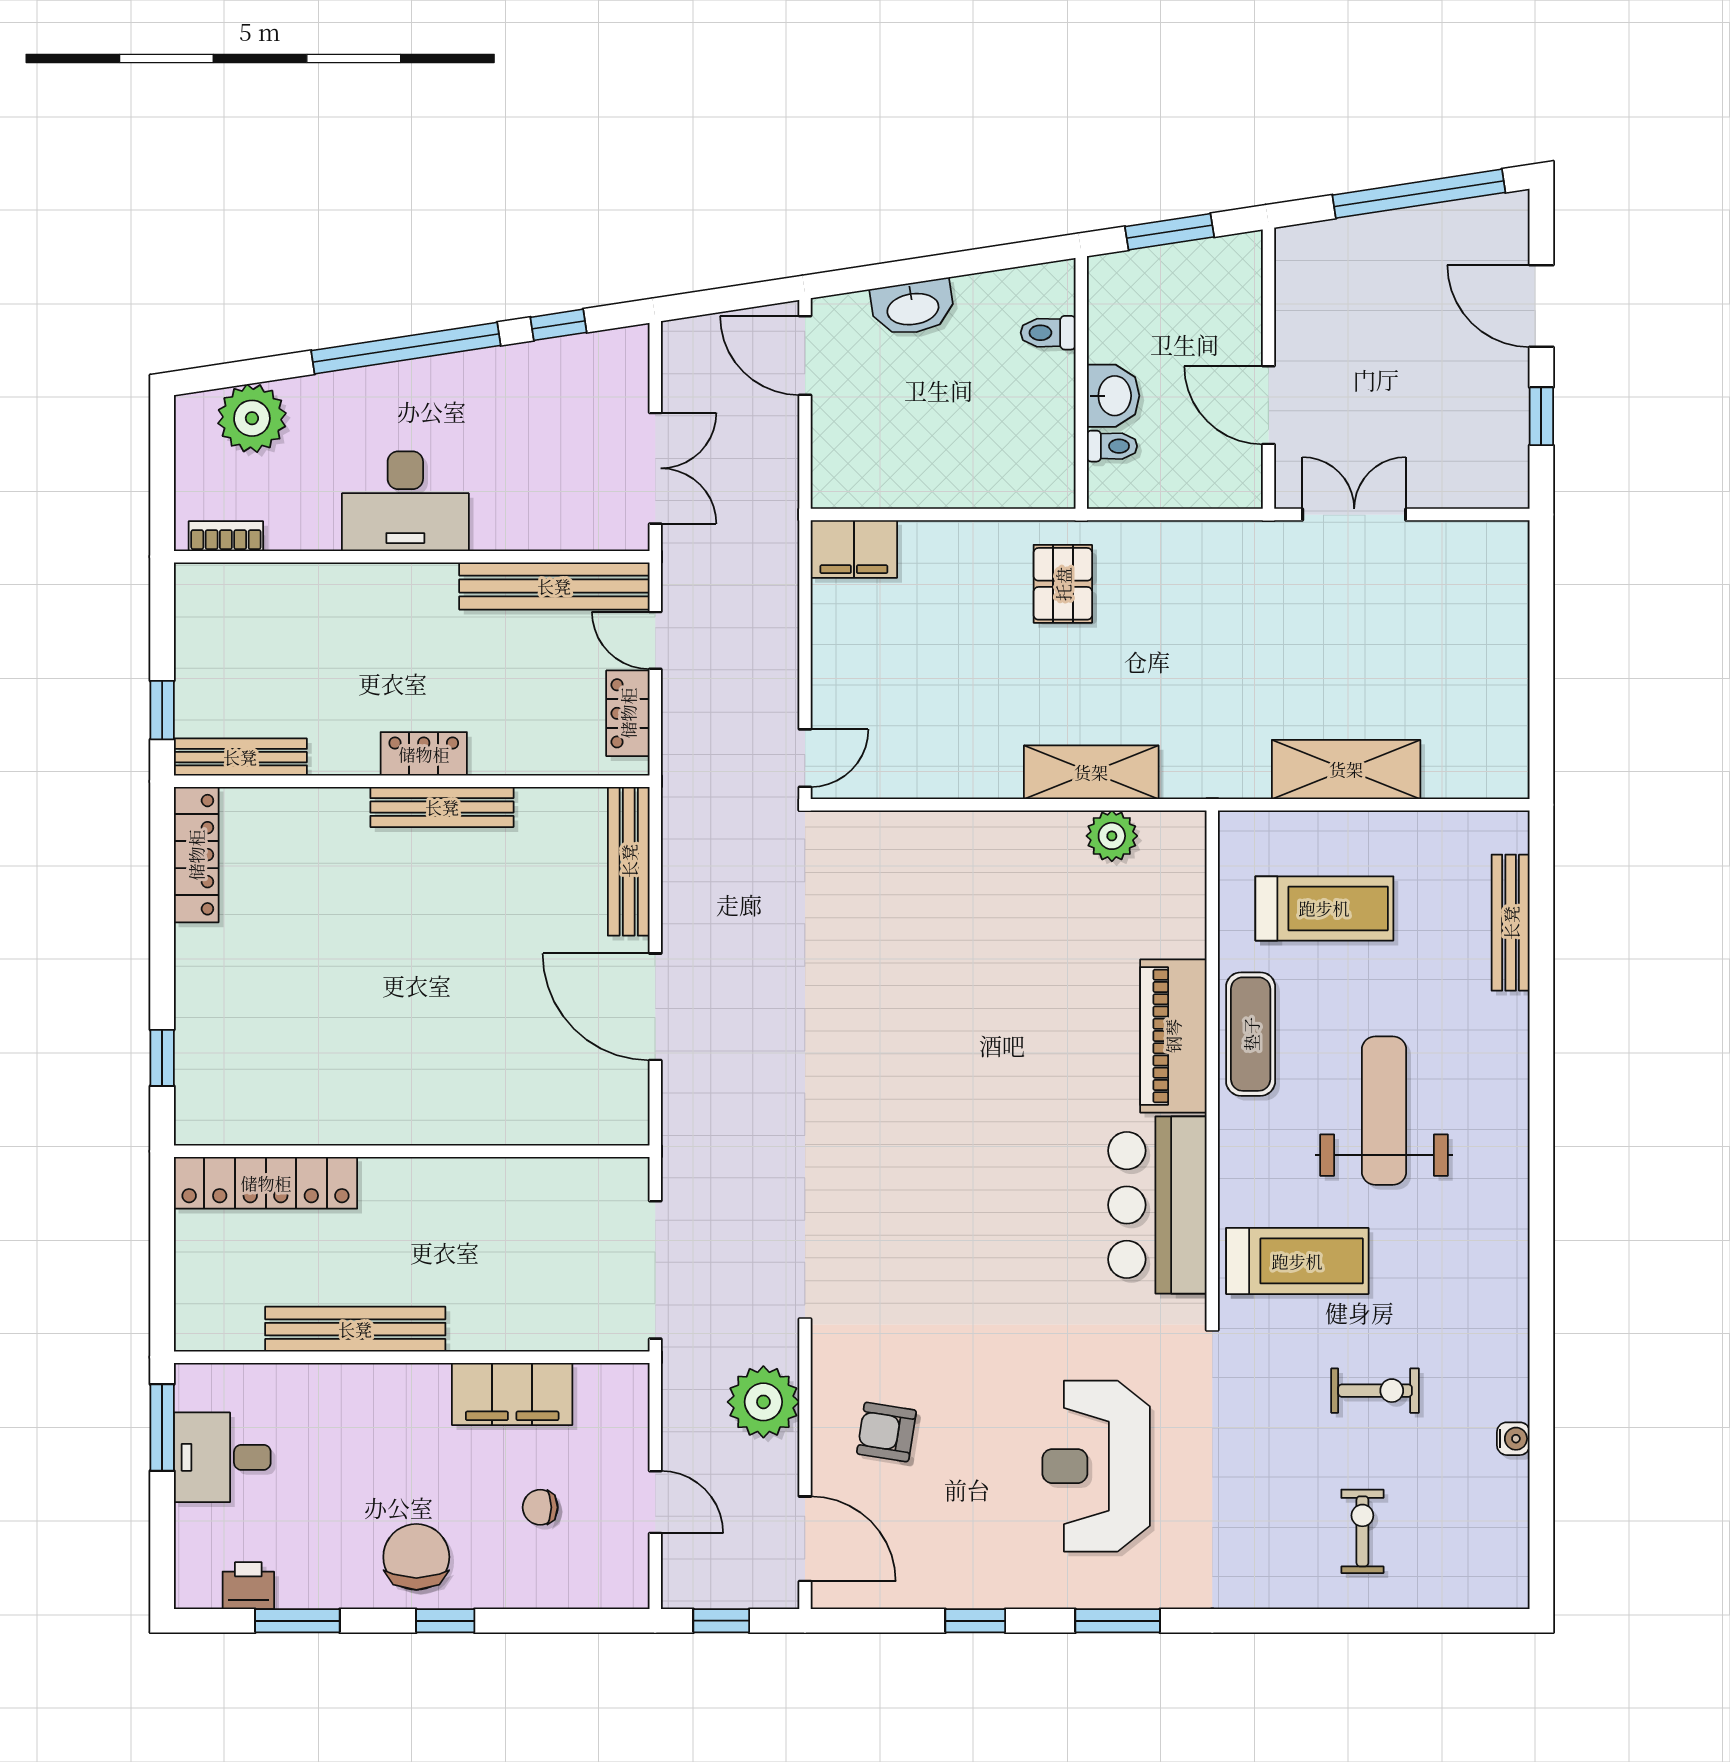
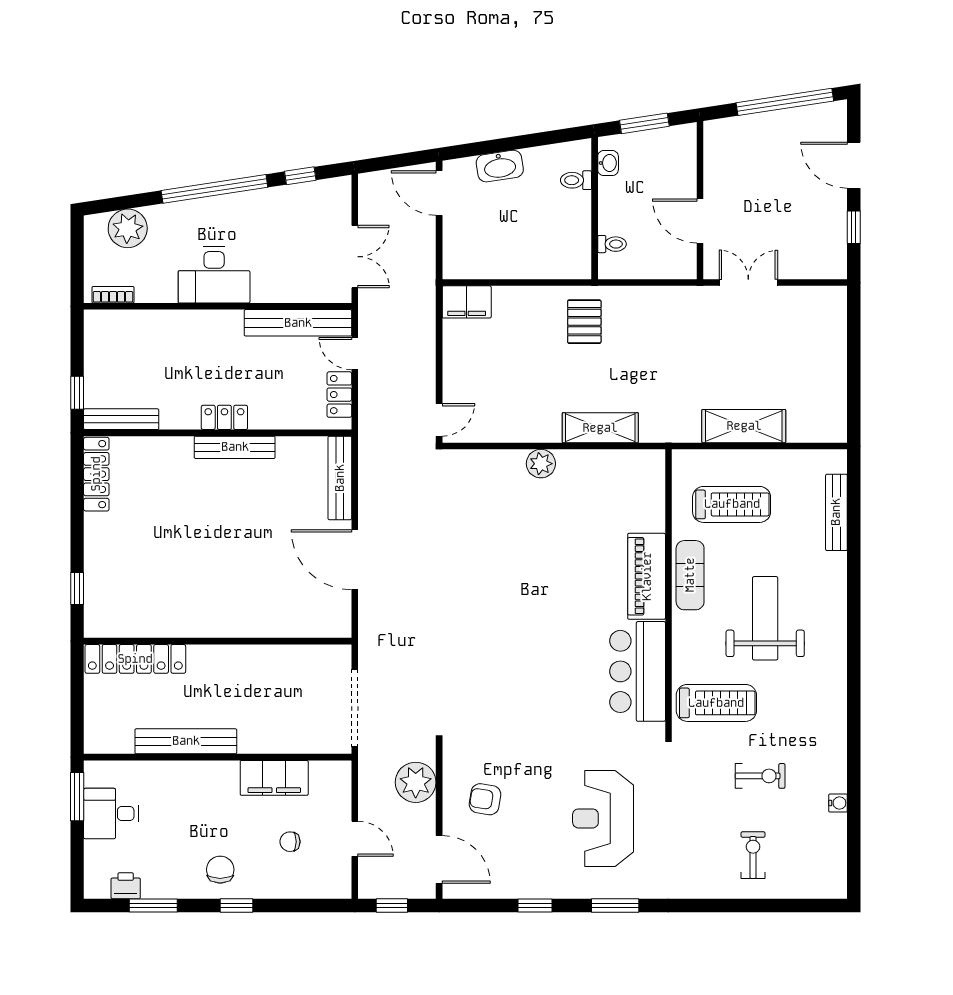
washbasin: (1113, 396) -> (608, 163), moved, width x0.72, depth x0.69
plant: (1112, 836) -> (541, 464), moved
chair: (416, 1557) -> (220, 870), width x0.73, depth x0.73

